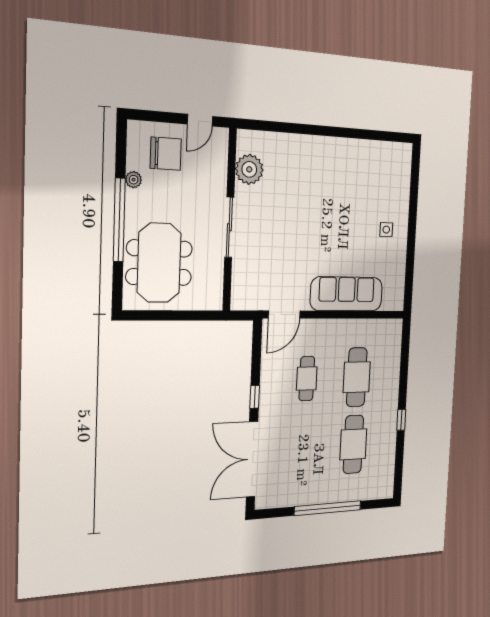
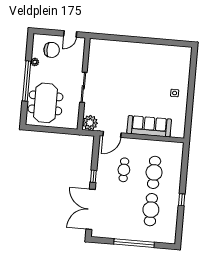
plant: (249, 169) -> (90, 123), moved

